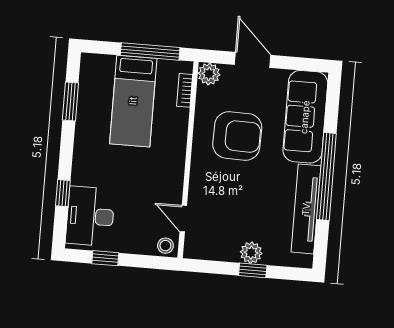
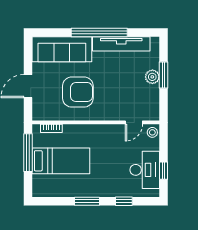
plant: (209, 74) -> (39, 114), removed
window: (70, 102) -> (87, 201), moved
armchair: (237, 136) -> (78, 92), turned 89
desk: (90, 216) -> (145, 170), moved, turned -90
window: (253, 270) -> (164, 75), width x1.50

